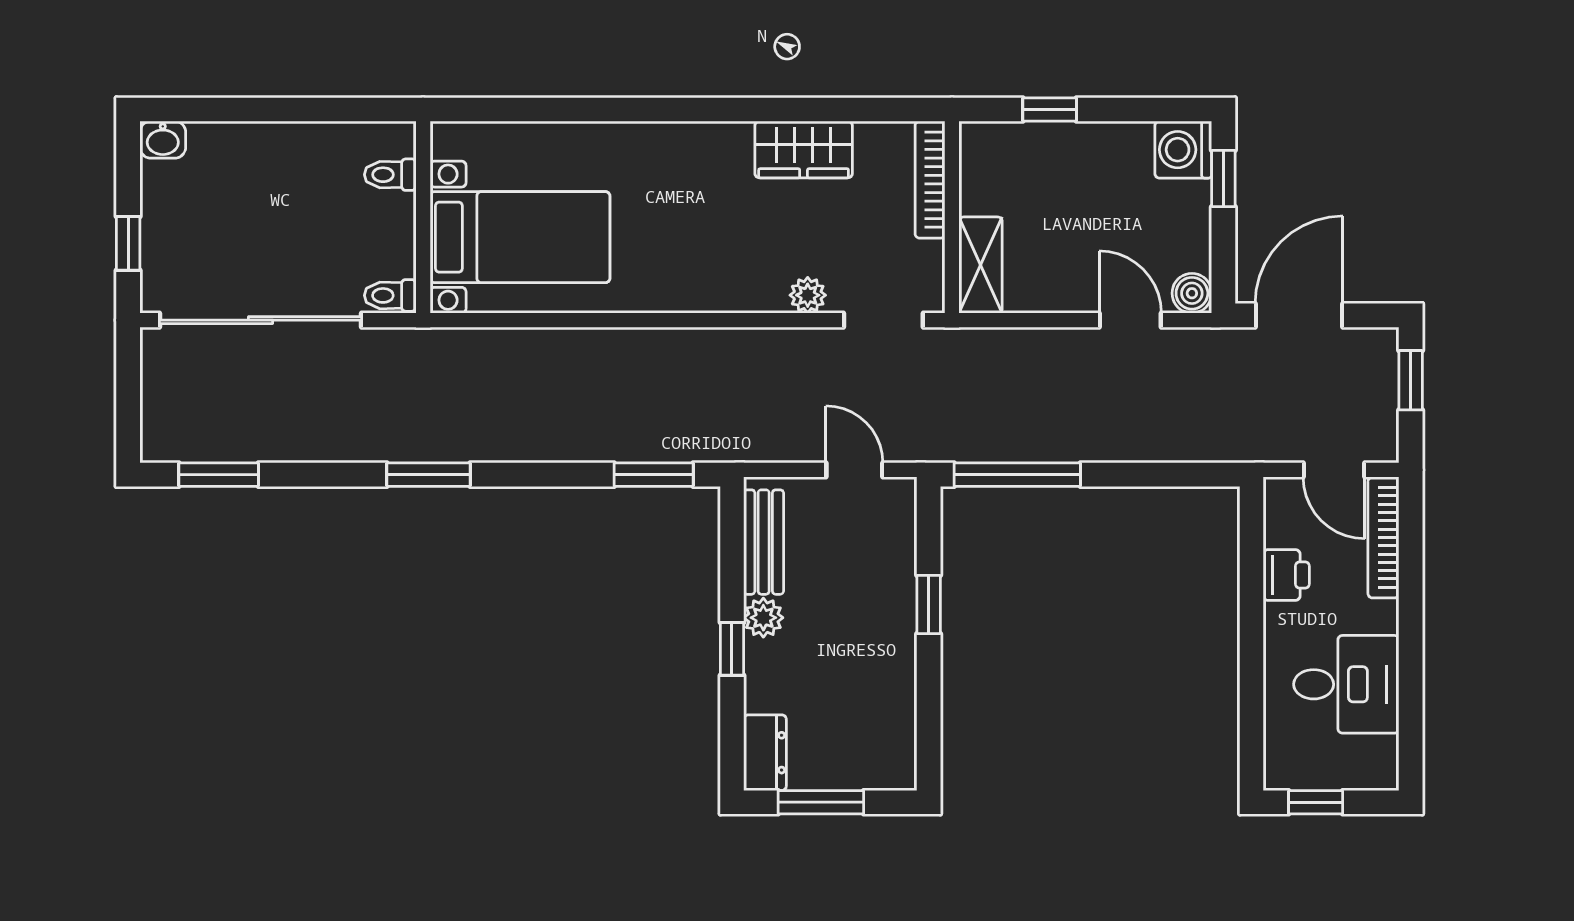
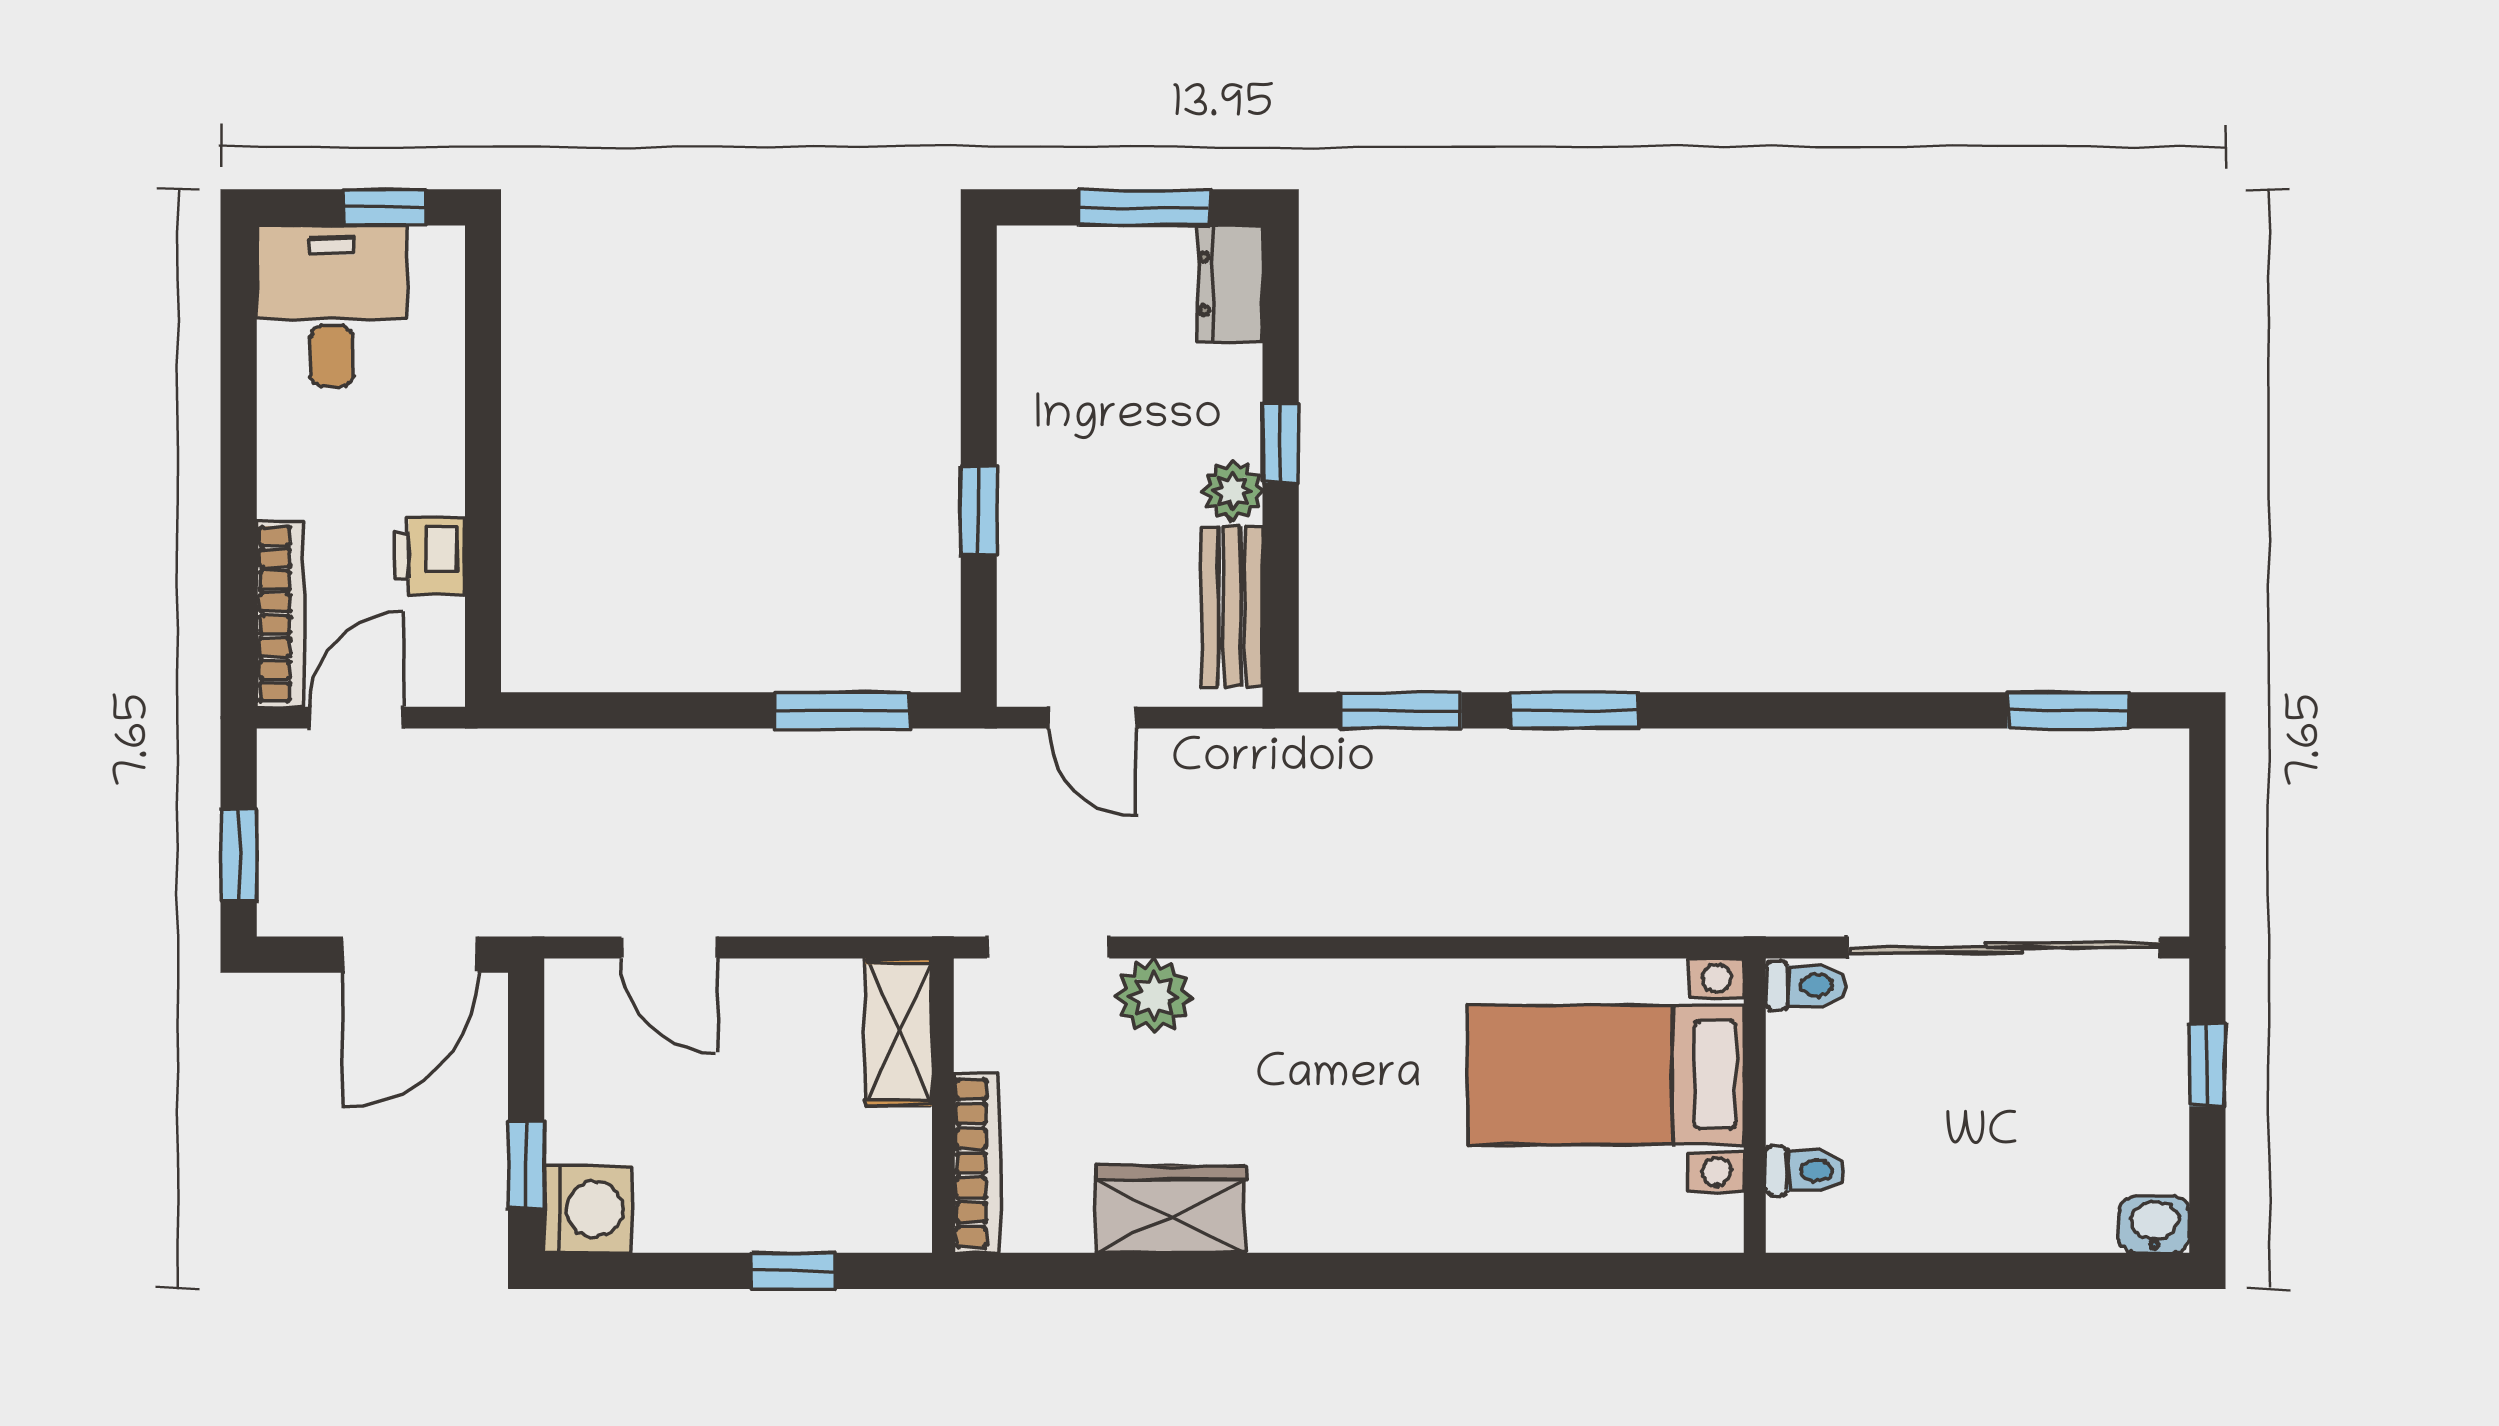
boiler: (1192, 293) -> (575, 989), removed
plant: (808, 295) -> (1154, 996), width x1.38, depth x1.38
door: (1334, 470) -> (357, 718), hinge flipped
window: (429, 475) -> (1574, 710), moved
window: (1017, 475) -> (843, 710), width x0.69
desk: (1346, 684) -> (332, 306), moved, turned 90

